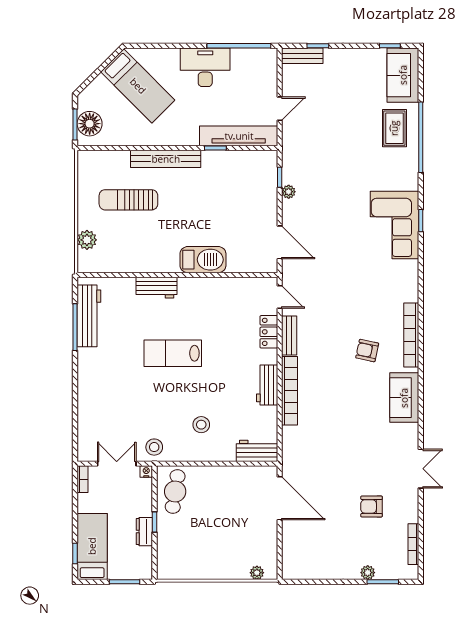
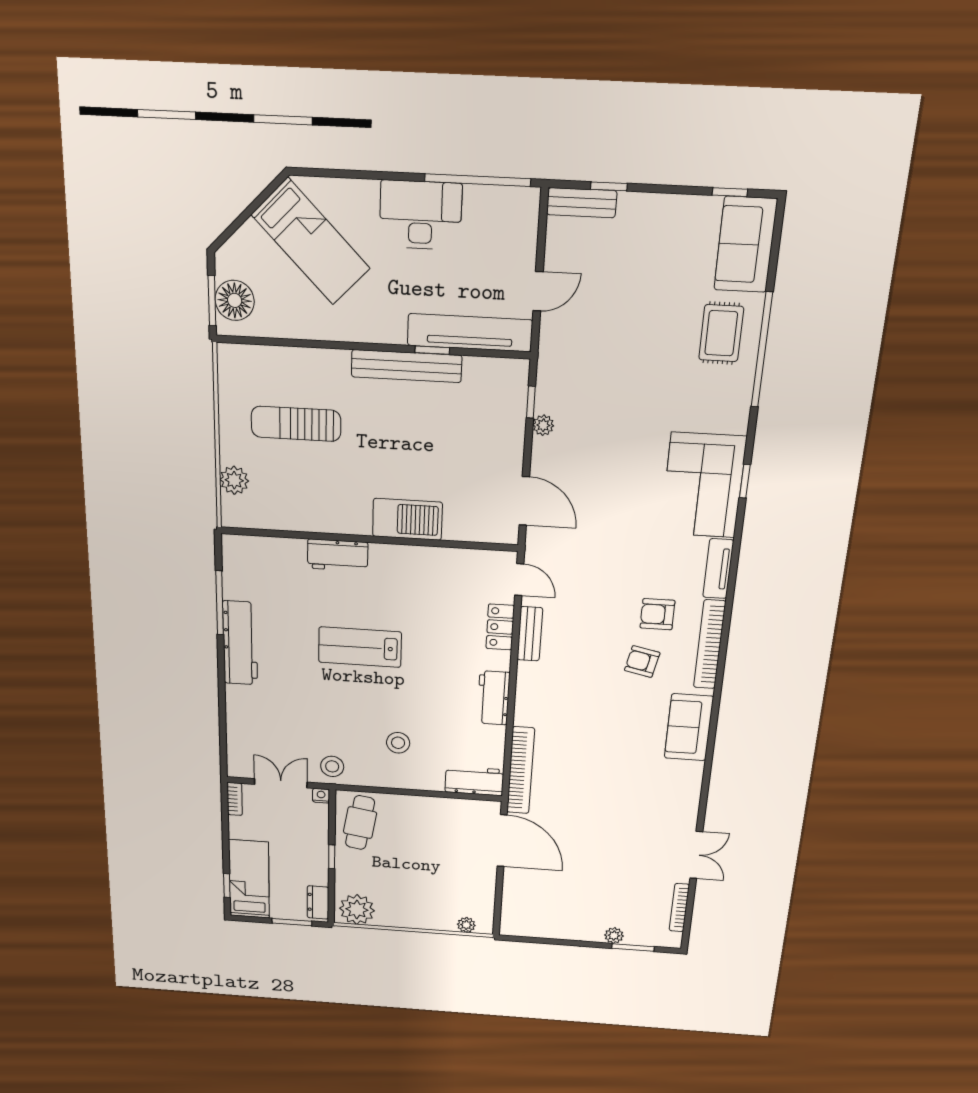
bench: (166, 159) -> (407, 366), moved
tv unit: (411, 281) -> (718, 569), added
workbench: (89, 316) -> (240, 643), moved
bookcase: (290, 391) -> (521, 770), moved
double door: (421, 469) -> (696, 855), moved
armchair: (372, 506) -> (657, 614), moved
dresser: (144, 532) -> (318, 902), moved
plant: (174, 566) -> (357, 910), added

